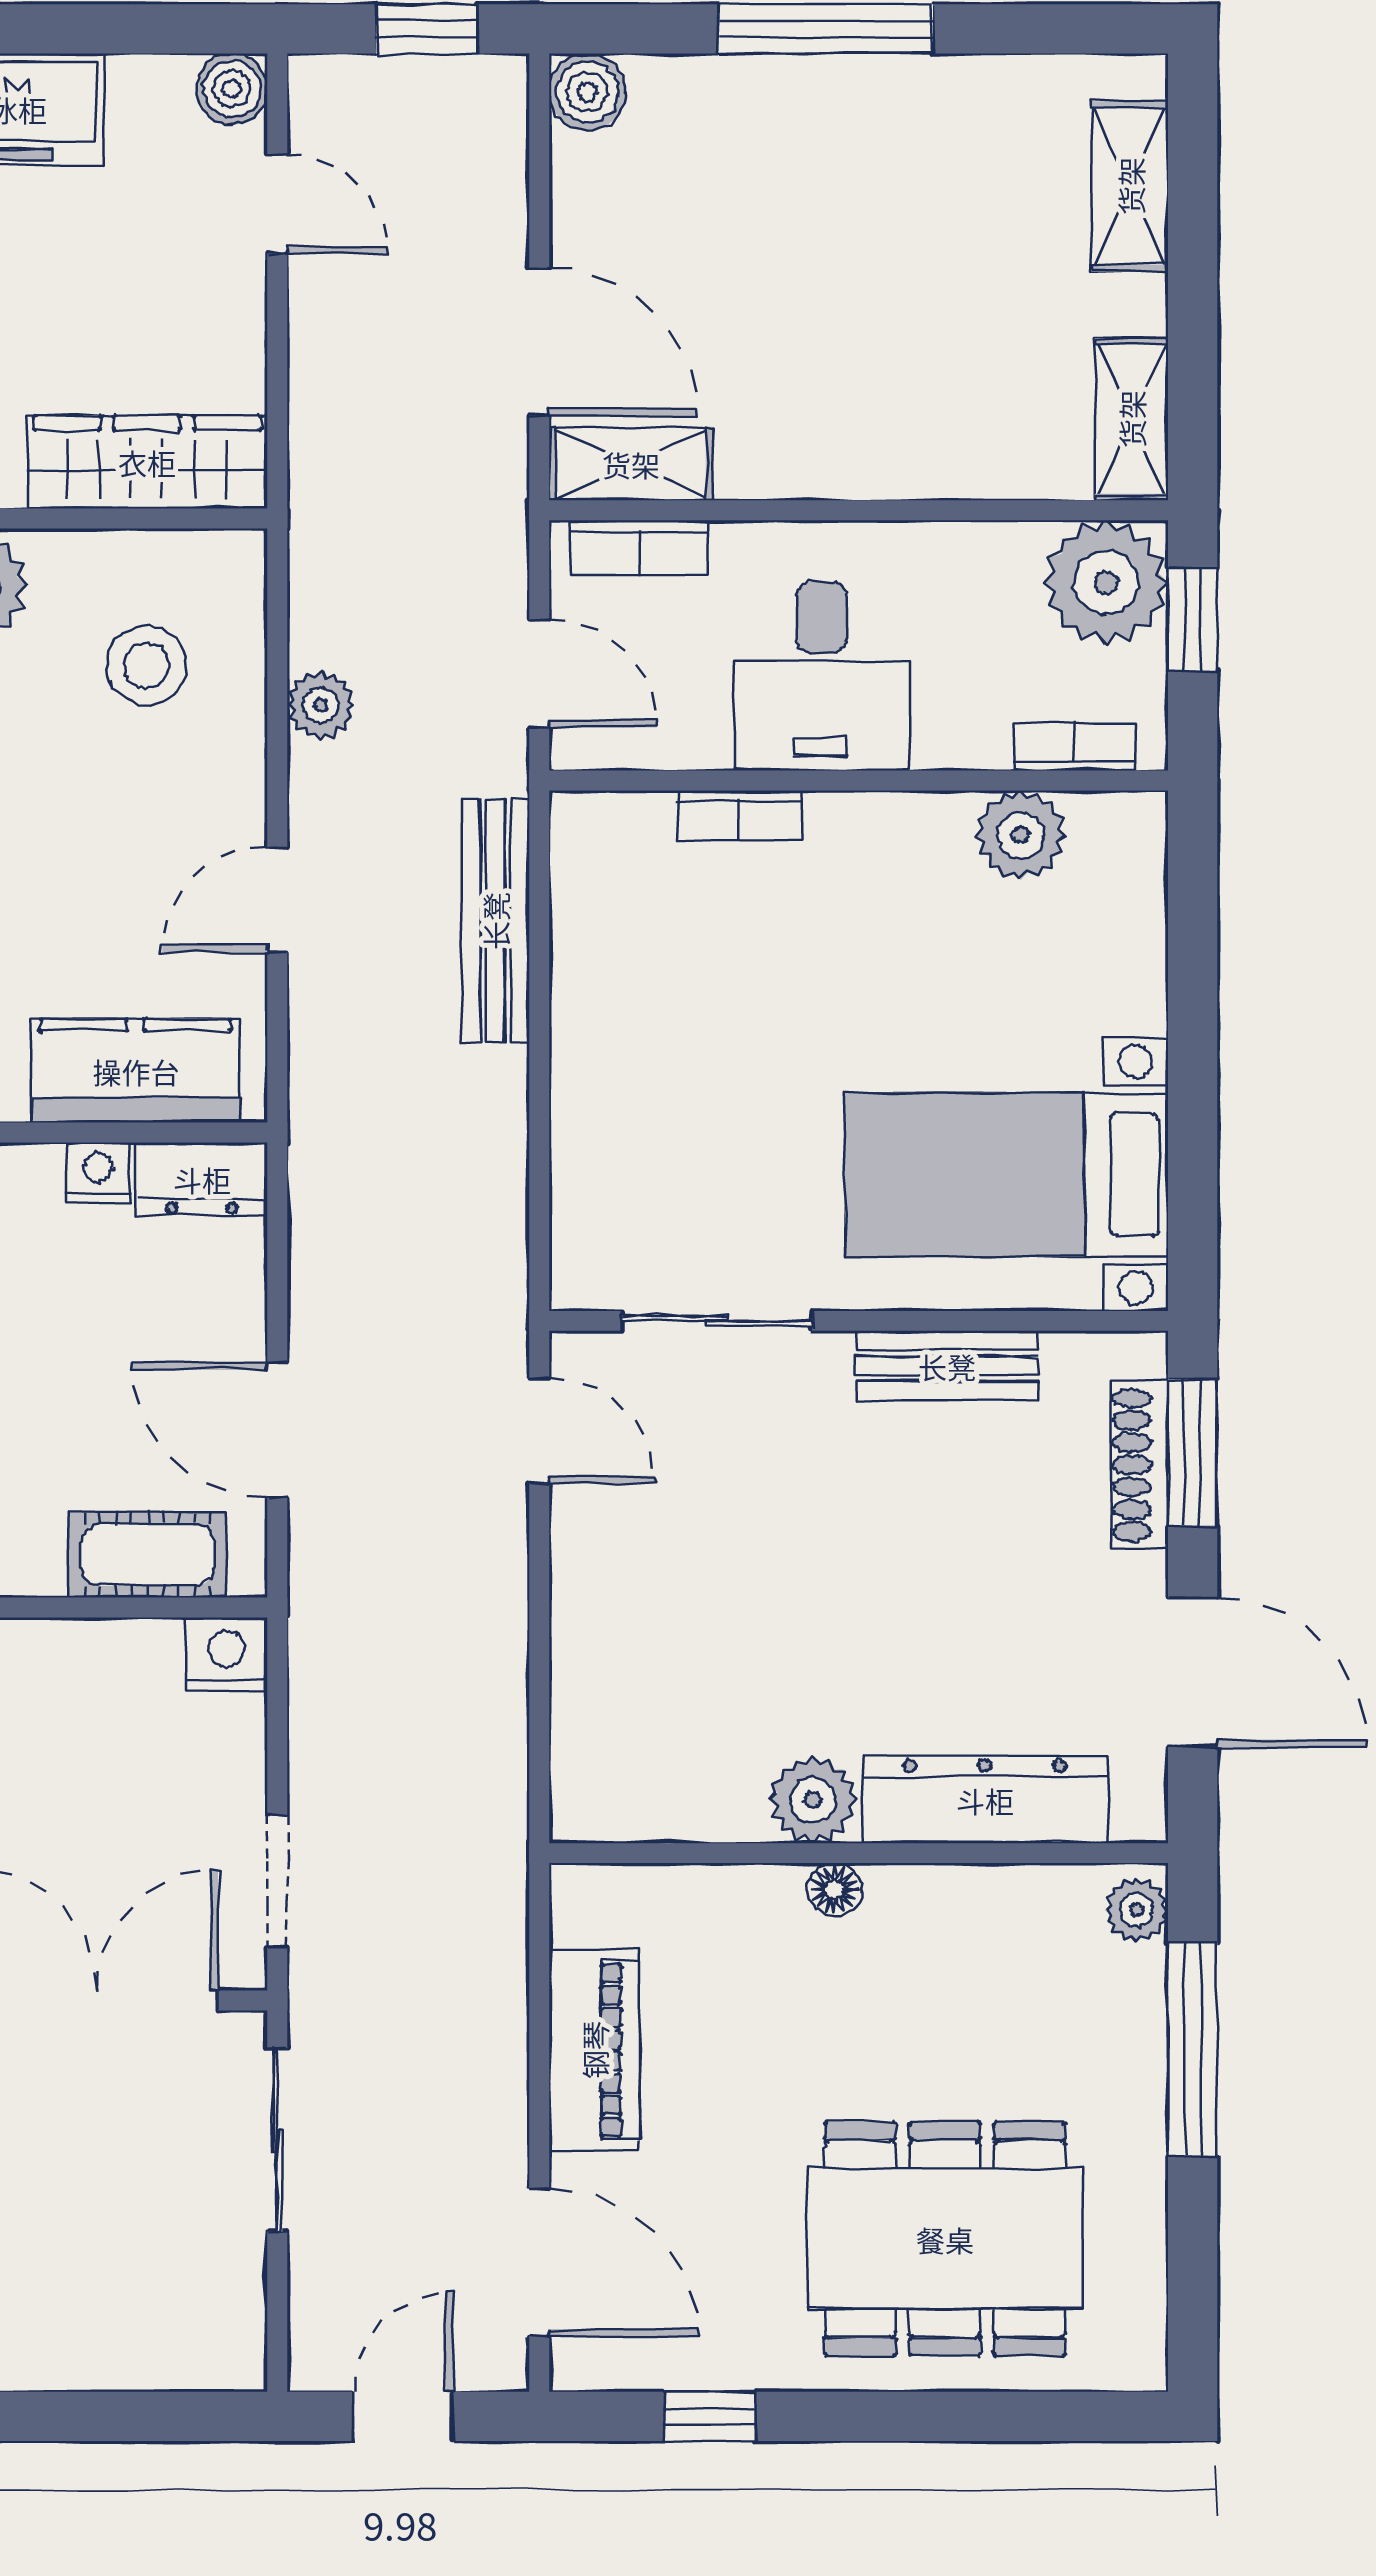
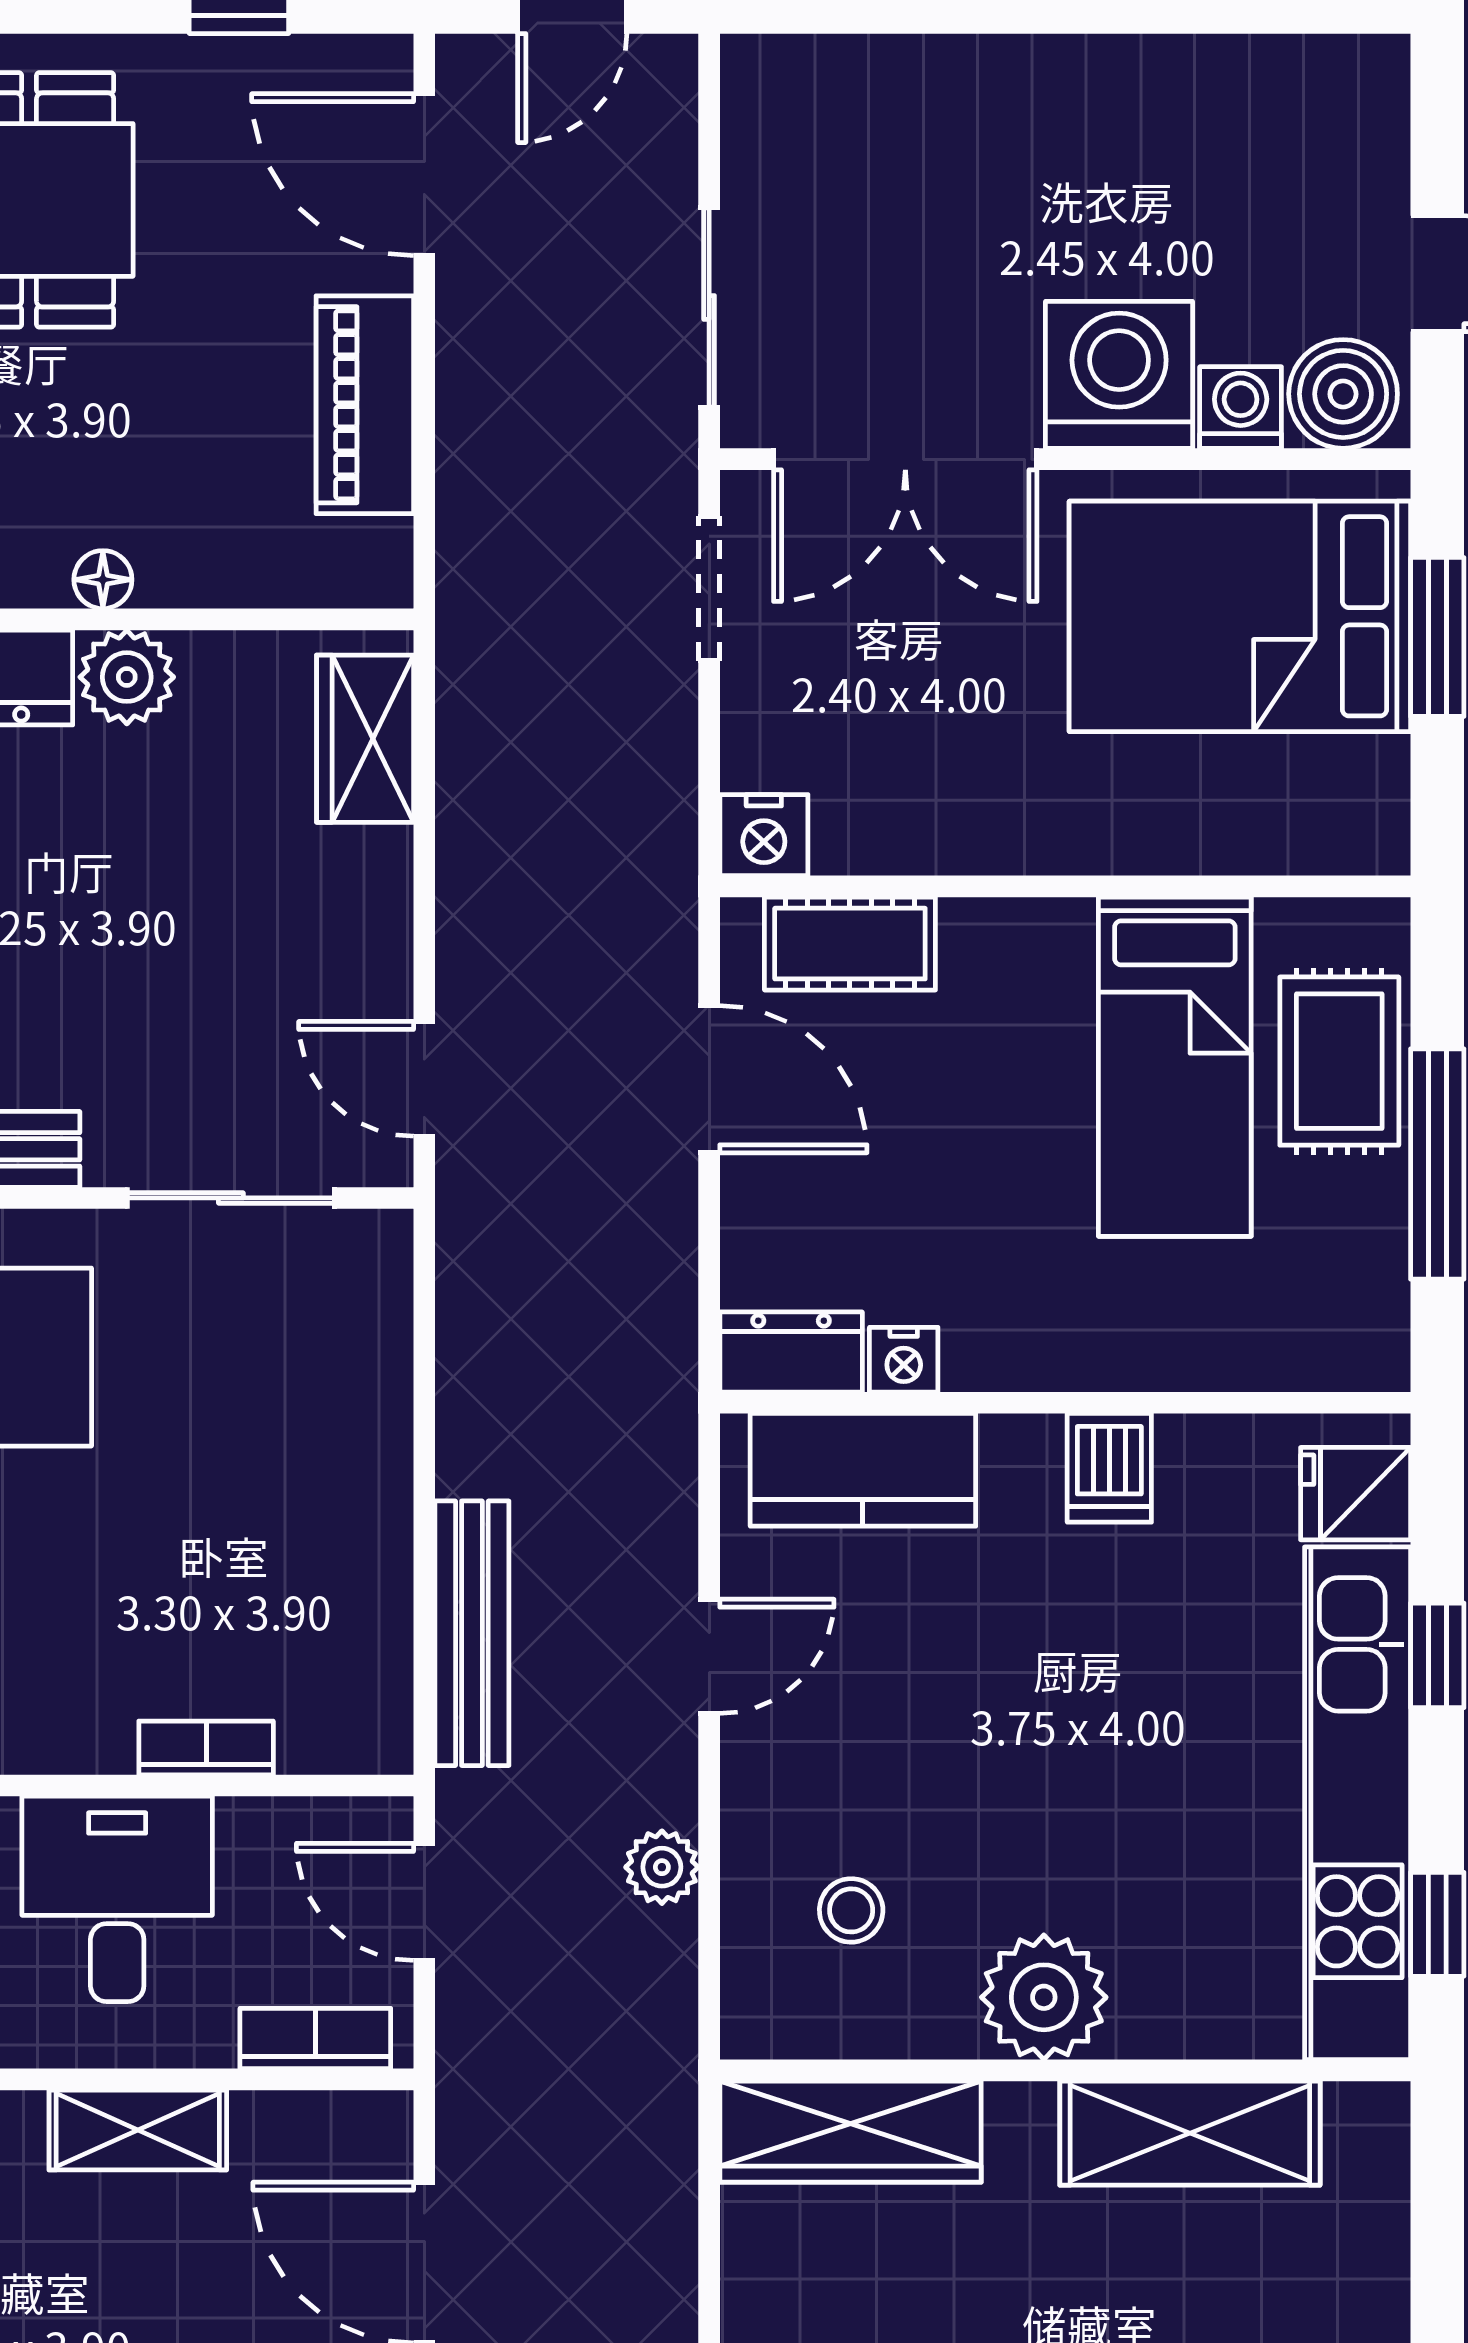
shelving: (631, 464) -> (138, 2130), moved
stool: (147, 666) -> (851, 1910), width x0.73, depth x0.73
wardrobe: (594, 1743) -> (365, 739), added

